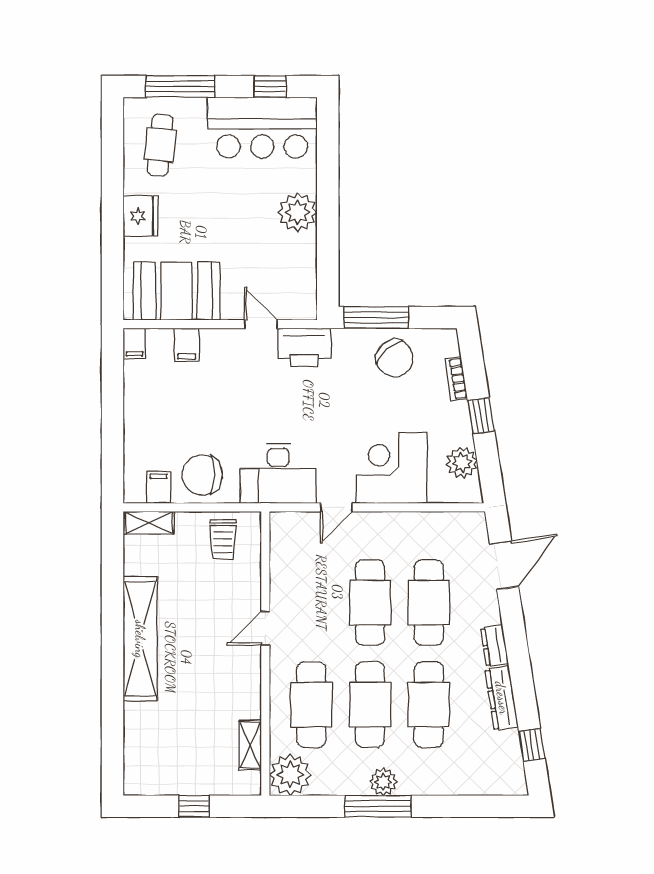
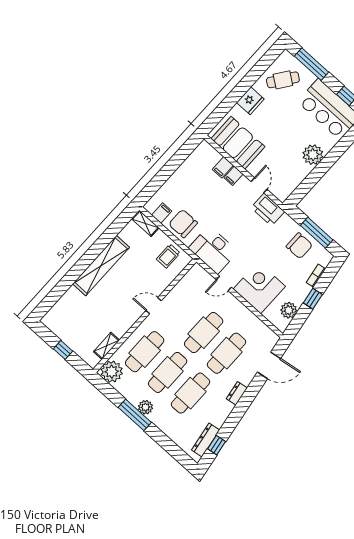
cafe table: (160, 145) -> (283, 80), turned 30
window: (376, 318) -> (317, 233), moved
filing cabinet: (135, 343) -> (234, 176), moved
chair: (395, 358) -> (299, 246), turned -49
dresser: (502, 698) -> (206, 440), moved

